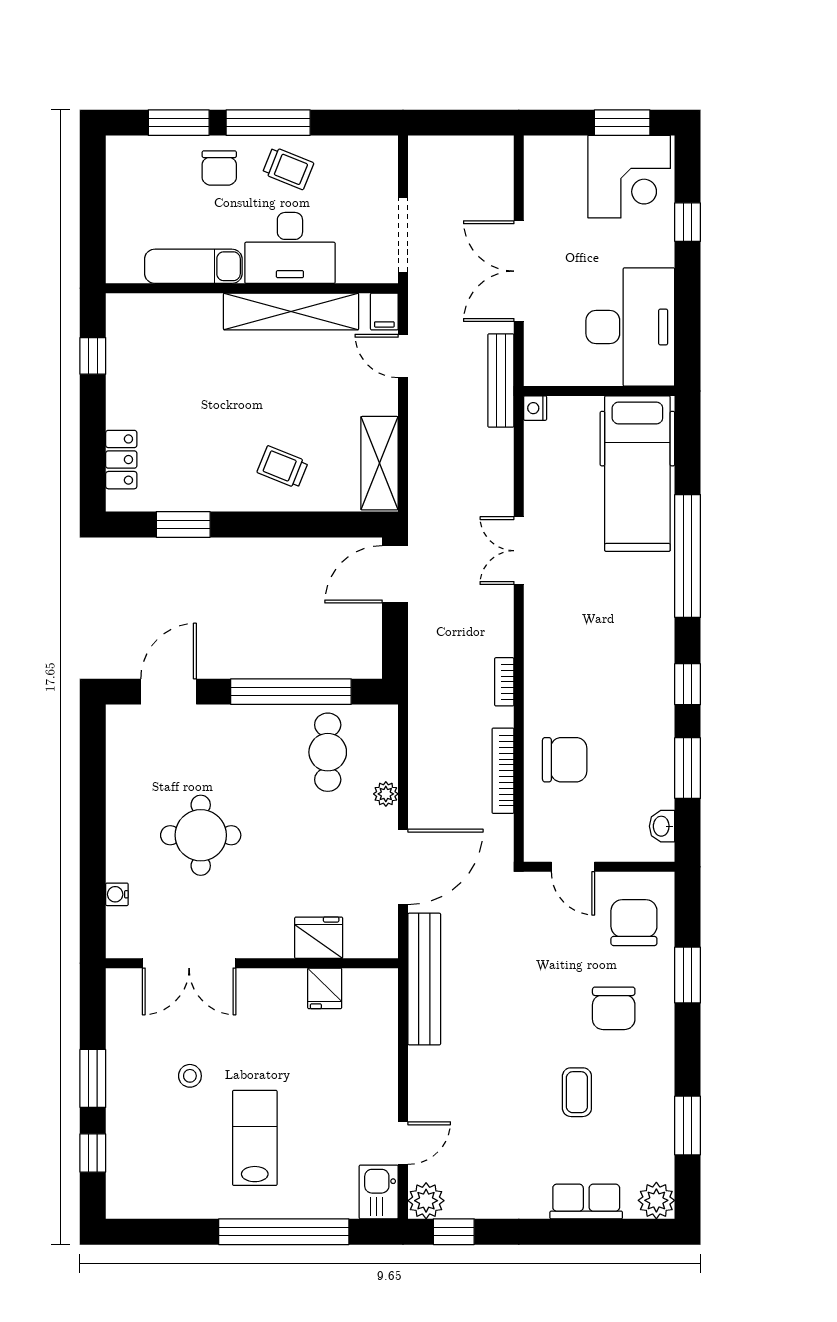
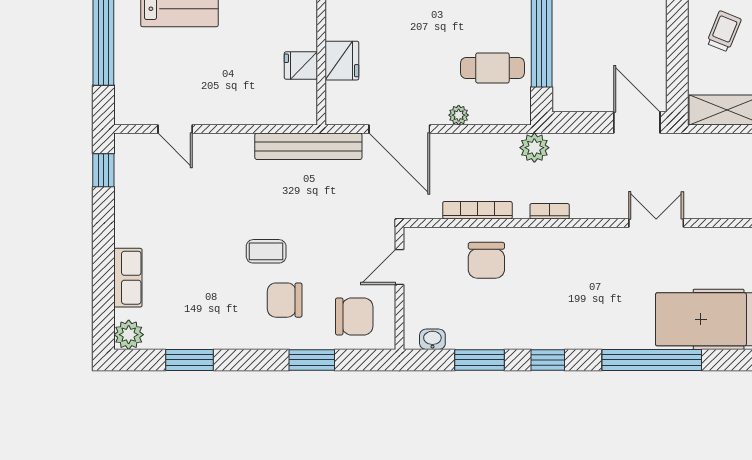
coffee table: (577, 1092) -> (266, 251), moved
kitchen sink: (379, 1192) -> (136, 109), removed
plant: (426, 1201) -> (534, 148), moved

